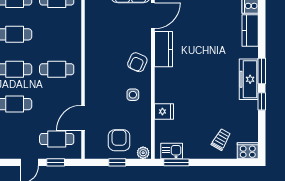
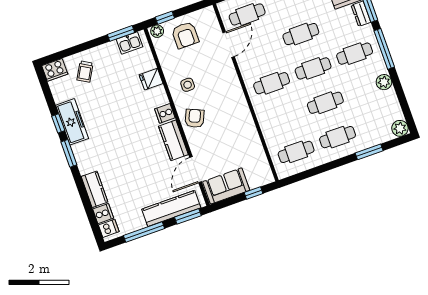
cooker: (162, 76) -> (165, 113), added
freezer: (249, 79) -> (72, 122), moved
window: (117, 162) -> (165, 18), moved

